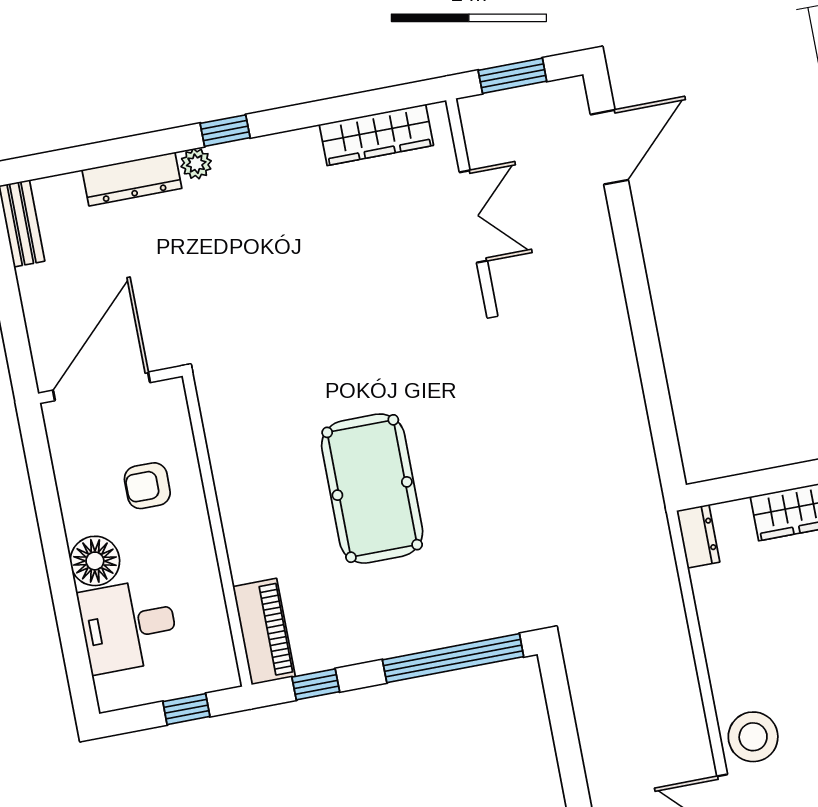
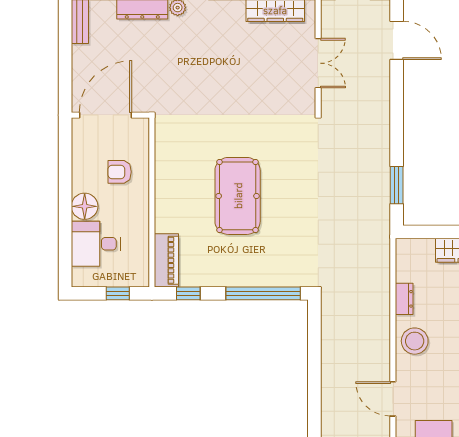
door: (609, 147) -> (397, 40), hinge flipped
window: (660, 413) -> (397, 185), added
dresser: (698, 536) -> (404, 299), moved
stool: (753, 737) -> (415, 341), moved

